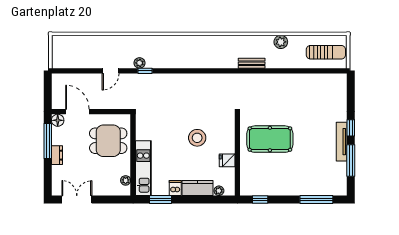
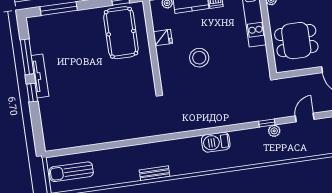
plant: (281, 42) -> (122, 176), removed
barbecue: (193, 60) -> (216, 142), added
bench: (252, 63) -> (155, 173), moved
pool table: (270, 139) -> (121, 33), moved, turned 90

